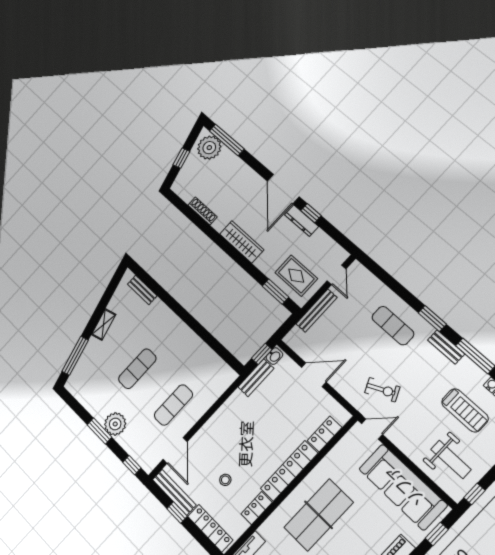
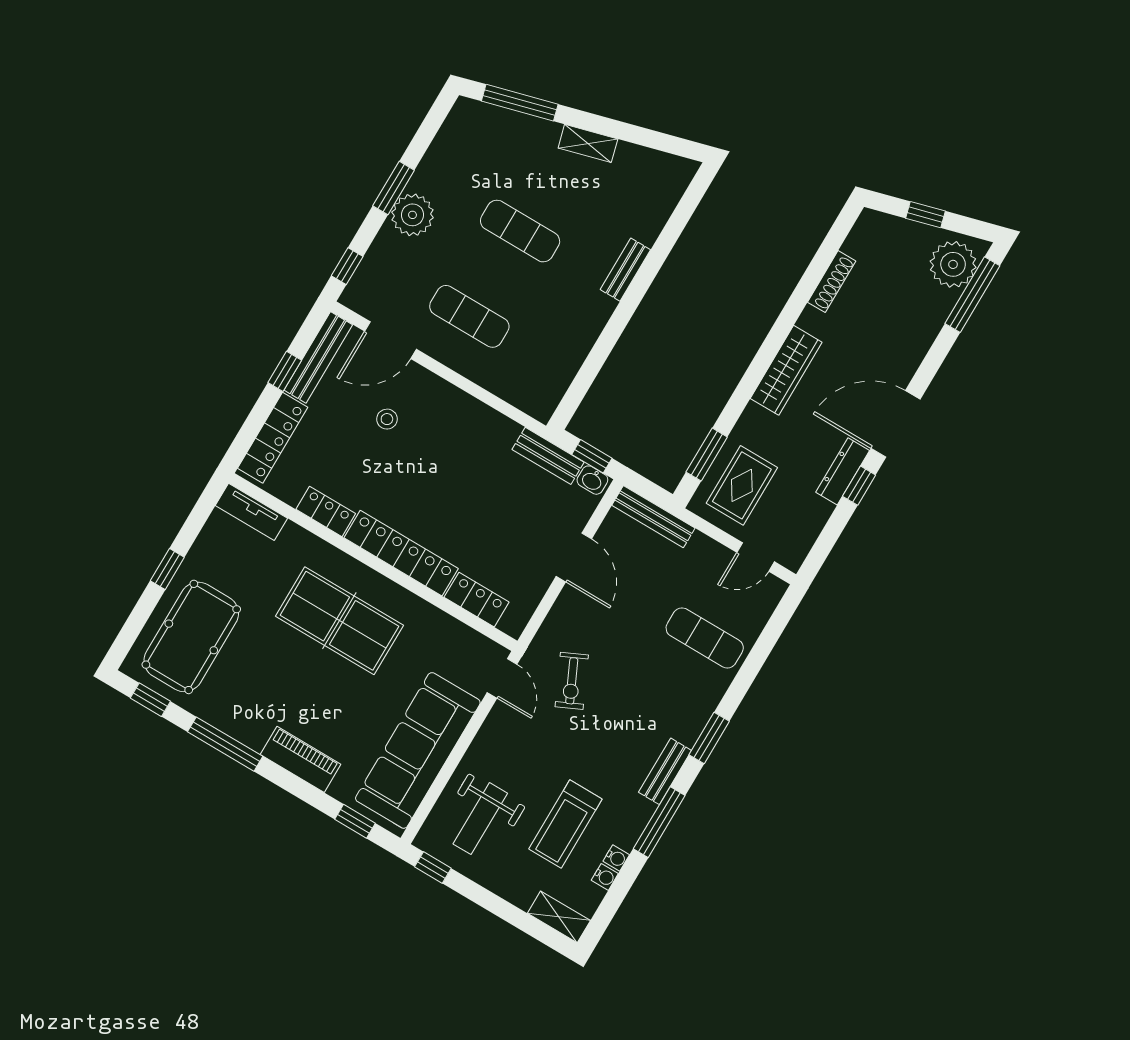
bench: (142, 290) -> (625, 270), moved
bench: (317, 311) -> (653, 517), moved
exercise mat: (393, 326) -> (705, 638), moved, turned 90
stool: (225, 480) -> (387, 419), moved

